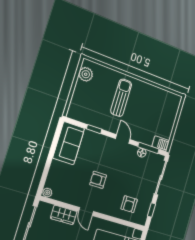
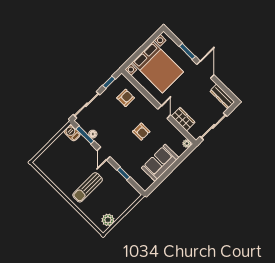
sofa: (69, 143) -> (160, 163), moved

